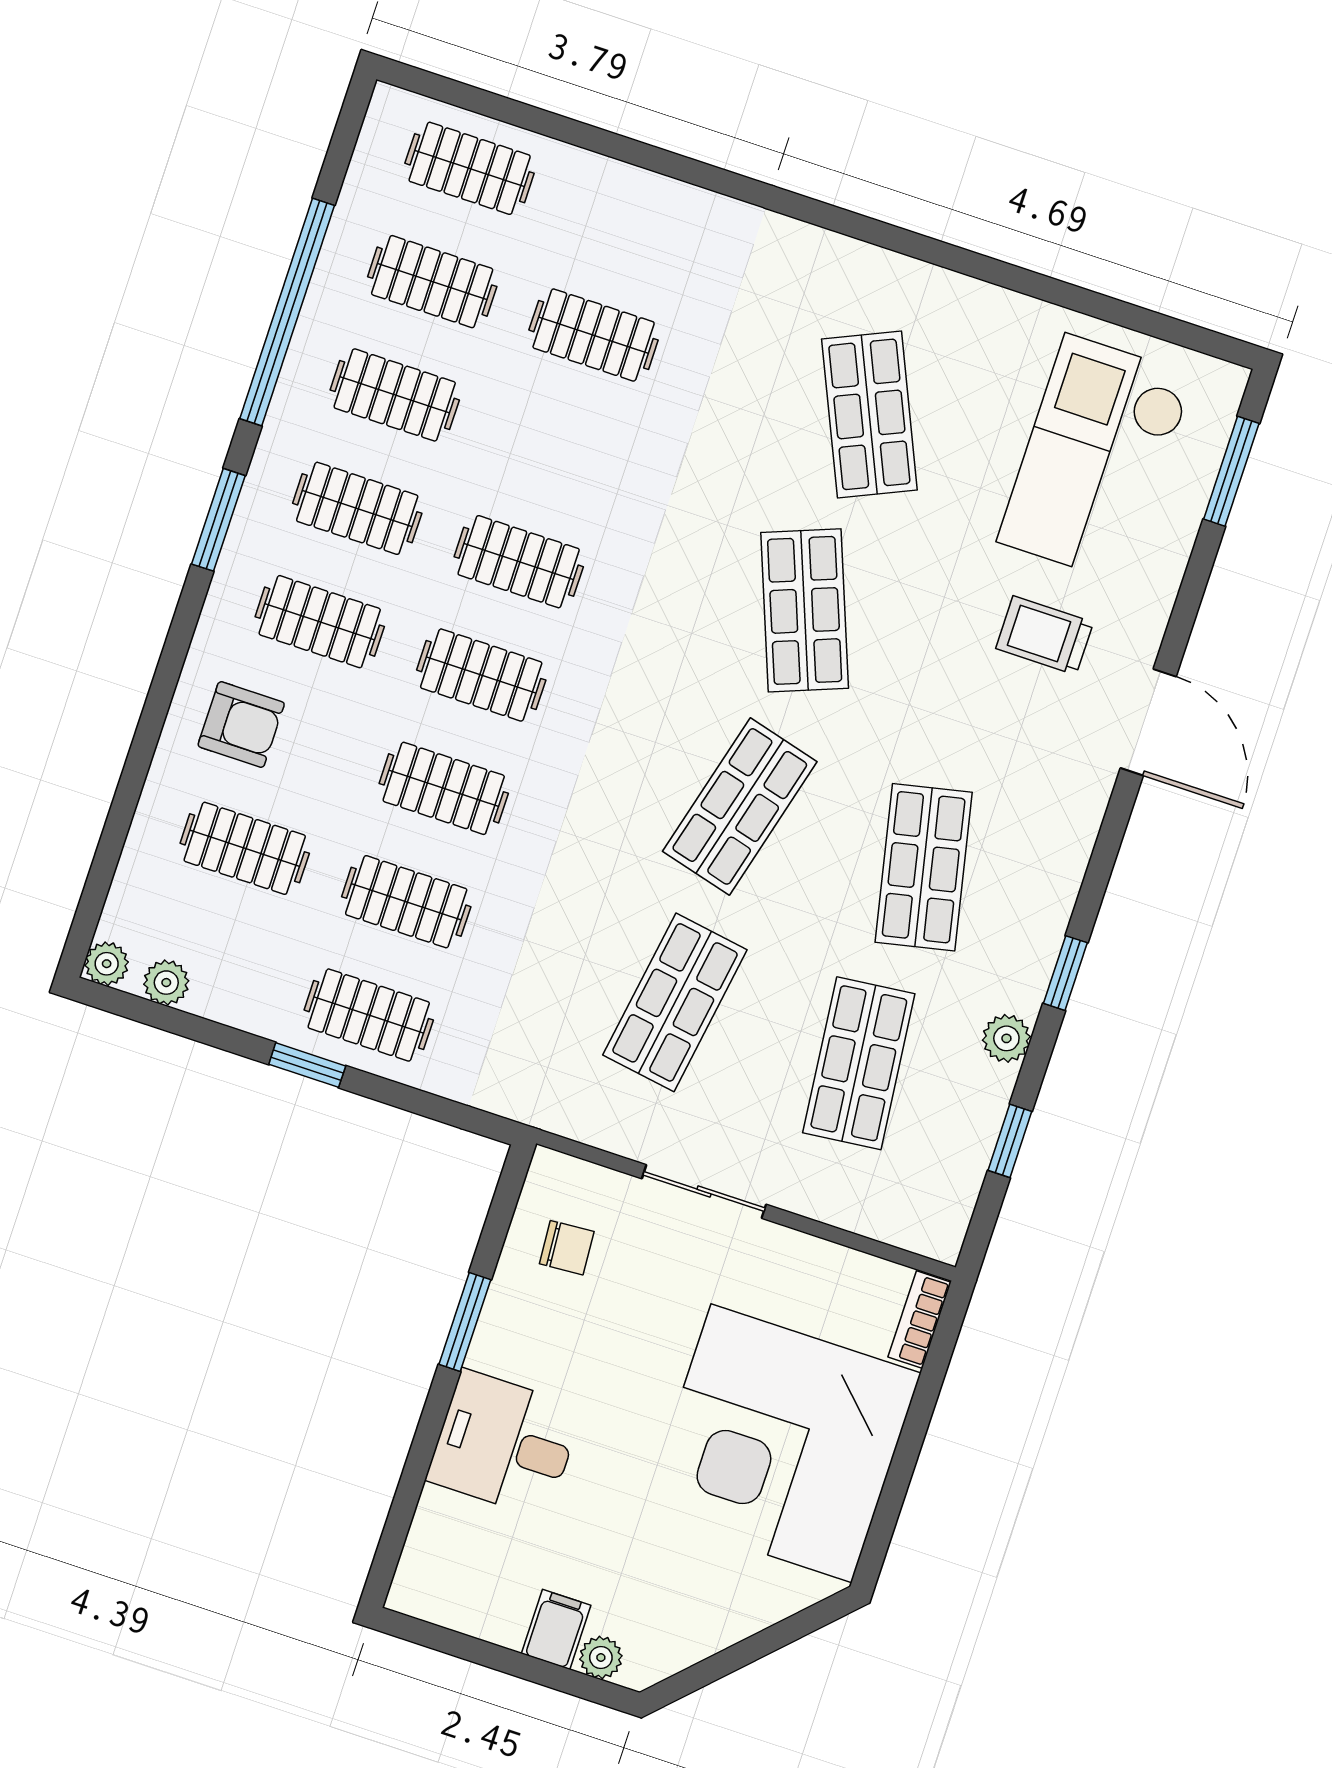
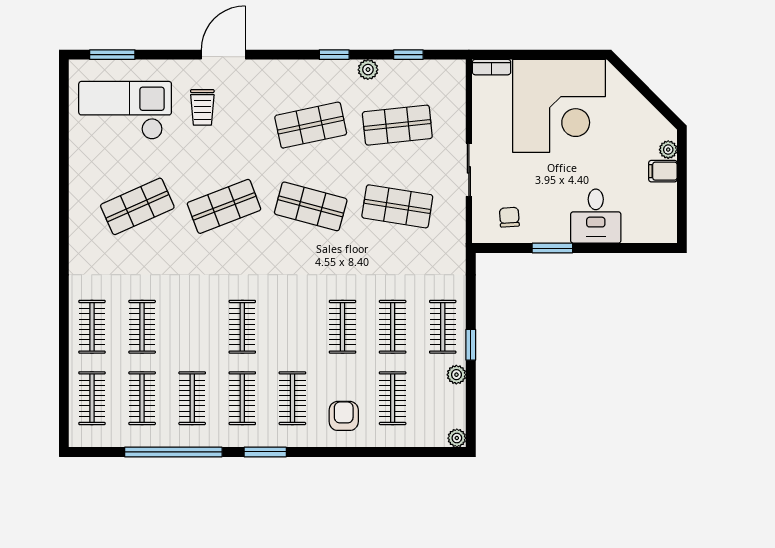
checkout: (1096, 459) -> (125, 110), turned 180
clothes rail: (481, 675) -> (92, 327), moved
plant: (166, 983) -> (456, 375), moved

